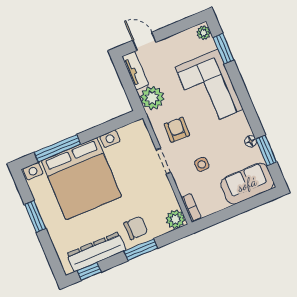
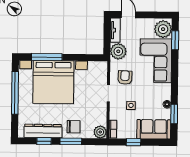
plant: (204, 33) -> (163, 29), width x1.88, depth x1.88
window: (227, 213) -> (133, 142), added
window: (35, 216) -> (15, 93), width x2.11
window: (89, 271) -> (44, 141), moved

